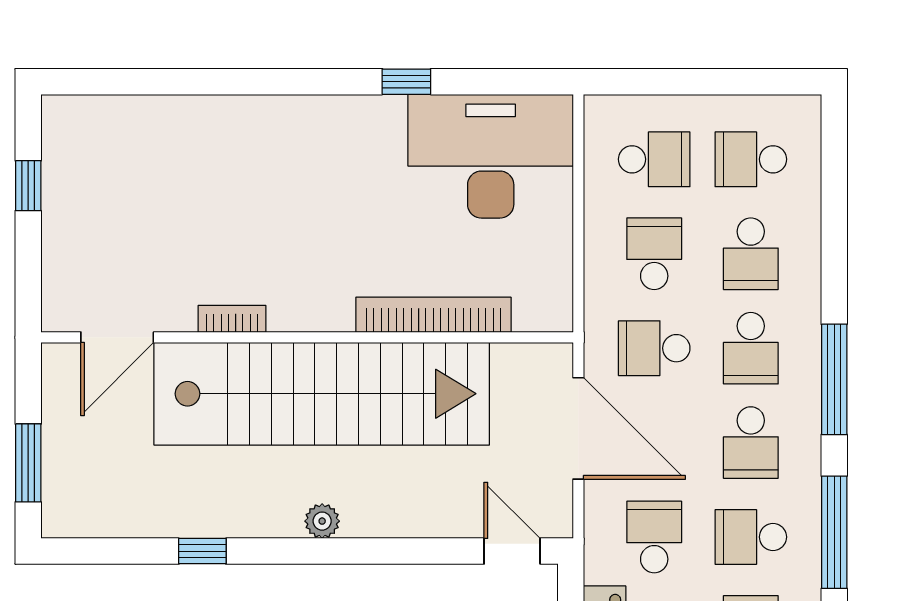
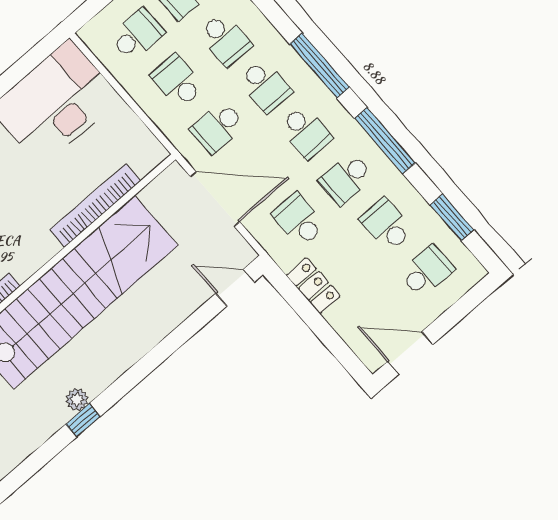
plant: (322, 521) -> (77, 400), moved

